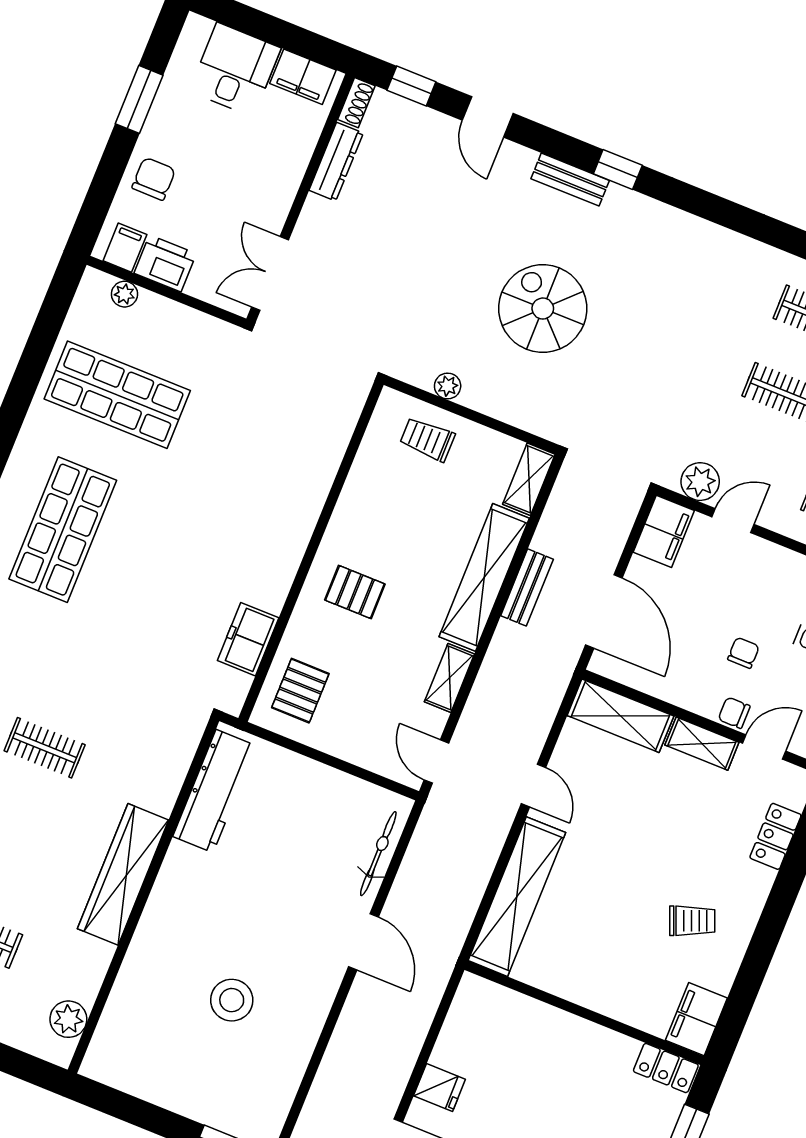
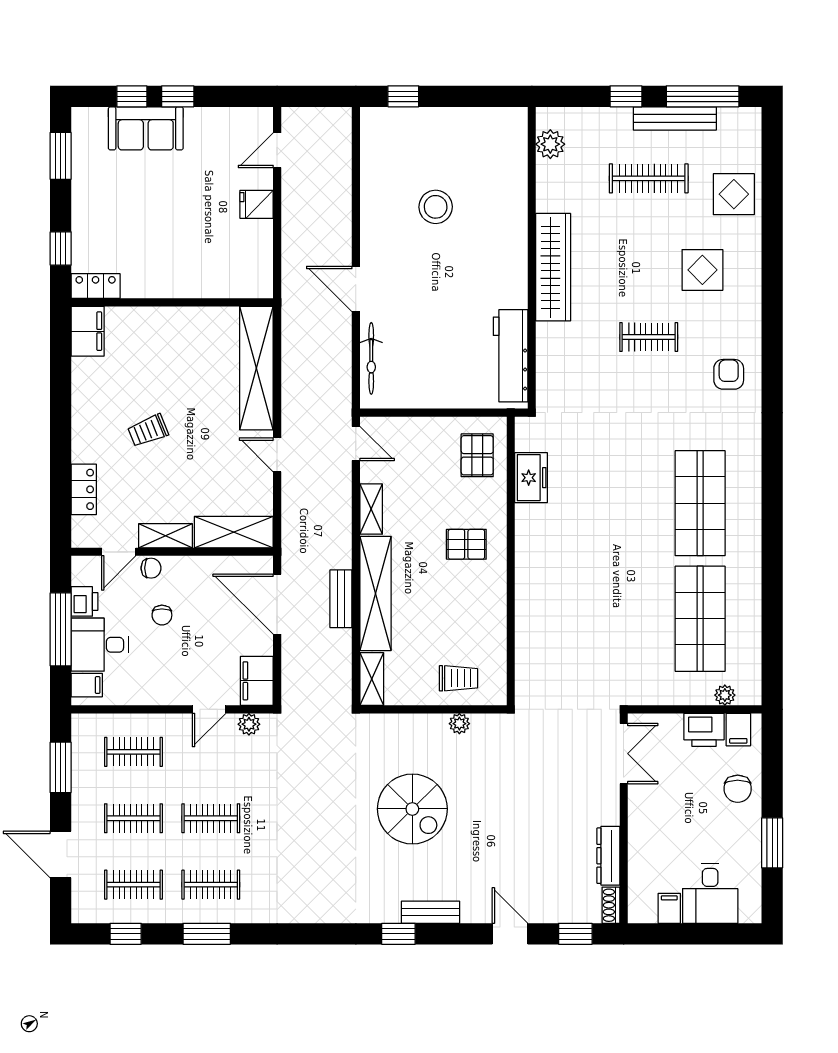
filing cabinet: (303, 77) -> (669, 908), width x0.50
shop shelf: (117, 395) -> (700, 619), turned 90
plant: (700, 482) -> (249, 724), width x0.73, depth x0.73
trolley: (692, 921) -> (148, 431), moved

